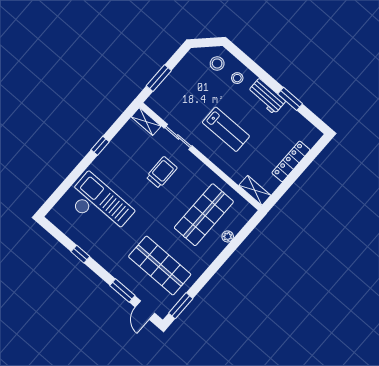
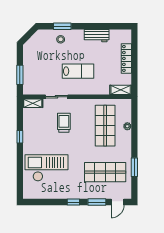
stool: (217, 63) -> (44, 41), removed
workbench: (267, 96) -> (97, 36), moved
window: (290, 99) -> (62, 26), moved
window: (80, 254) -> (73, 202), moved
window: (181, 306) -> (134, 167), moved
door: (145, 310) -> (118, 202), hinge flipped

